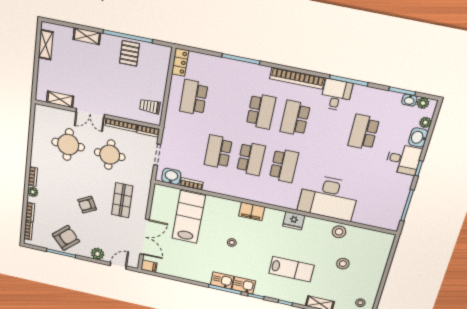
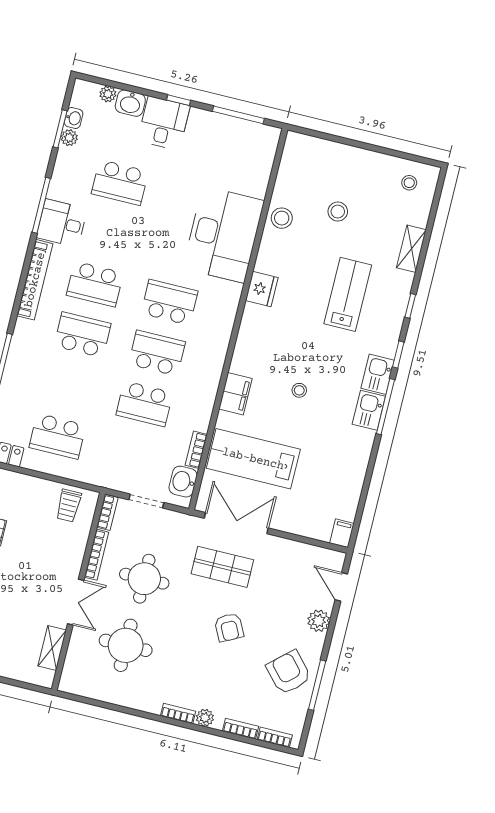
plant: (423, 103) -> (69, 138), moved
filing cabinet: (252, 211) -> (235, 394), moved
double door: (144, 237) -> (236, 523), moved

